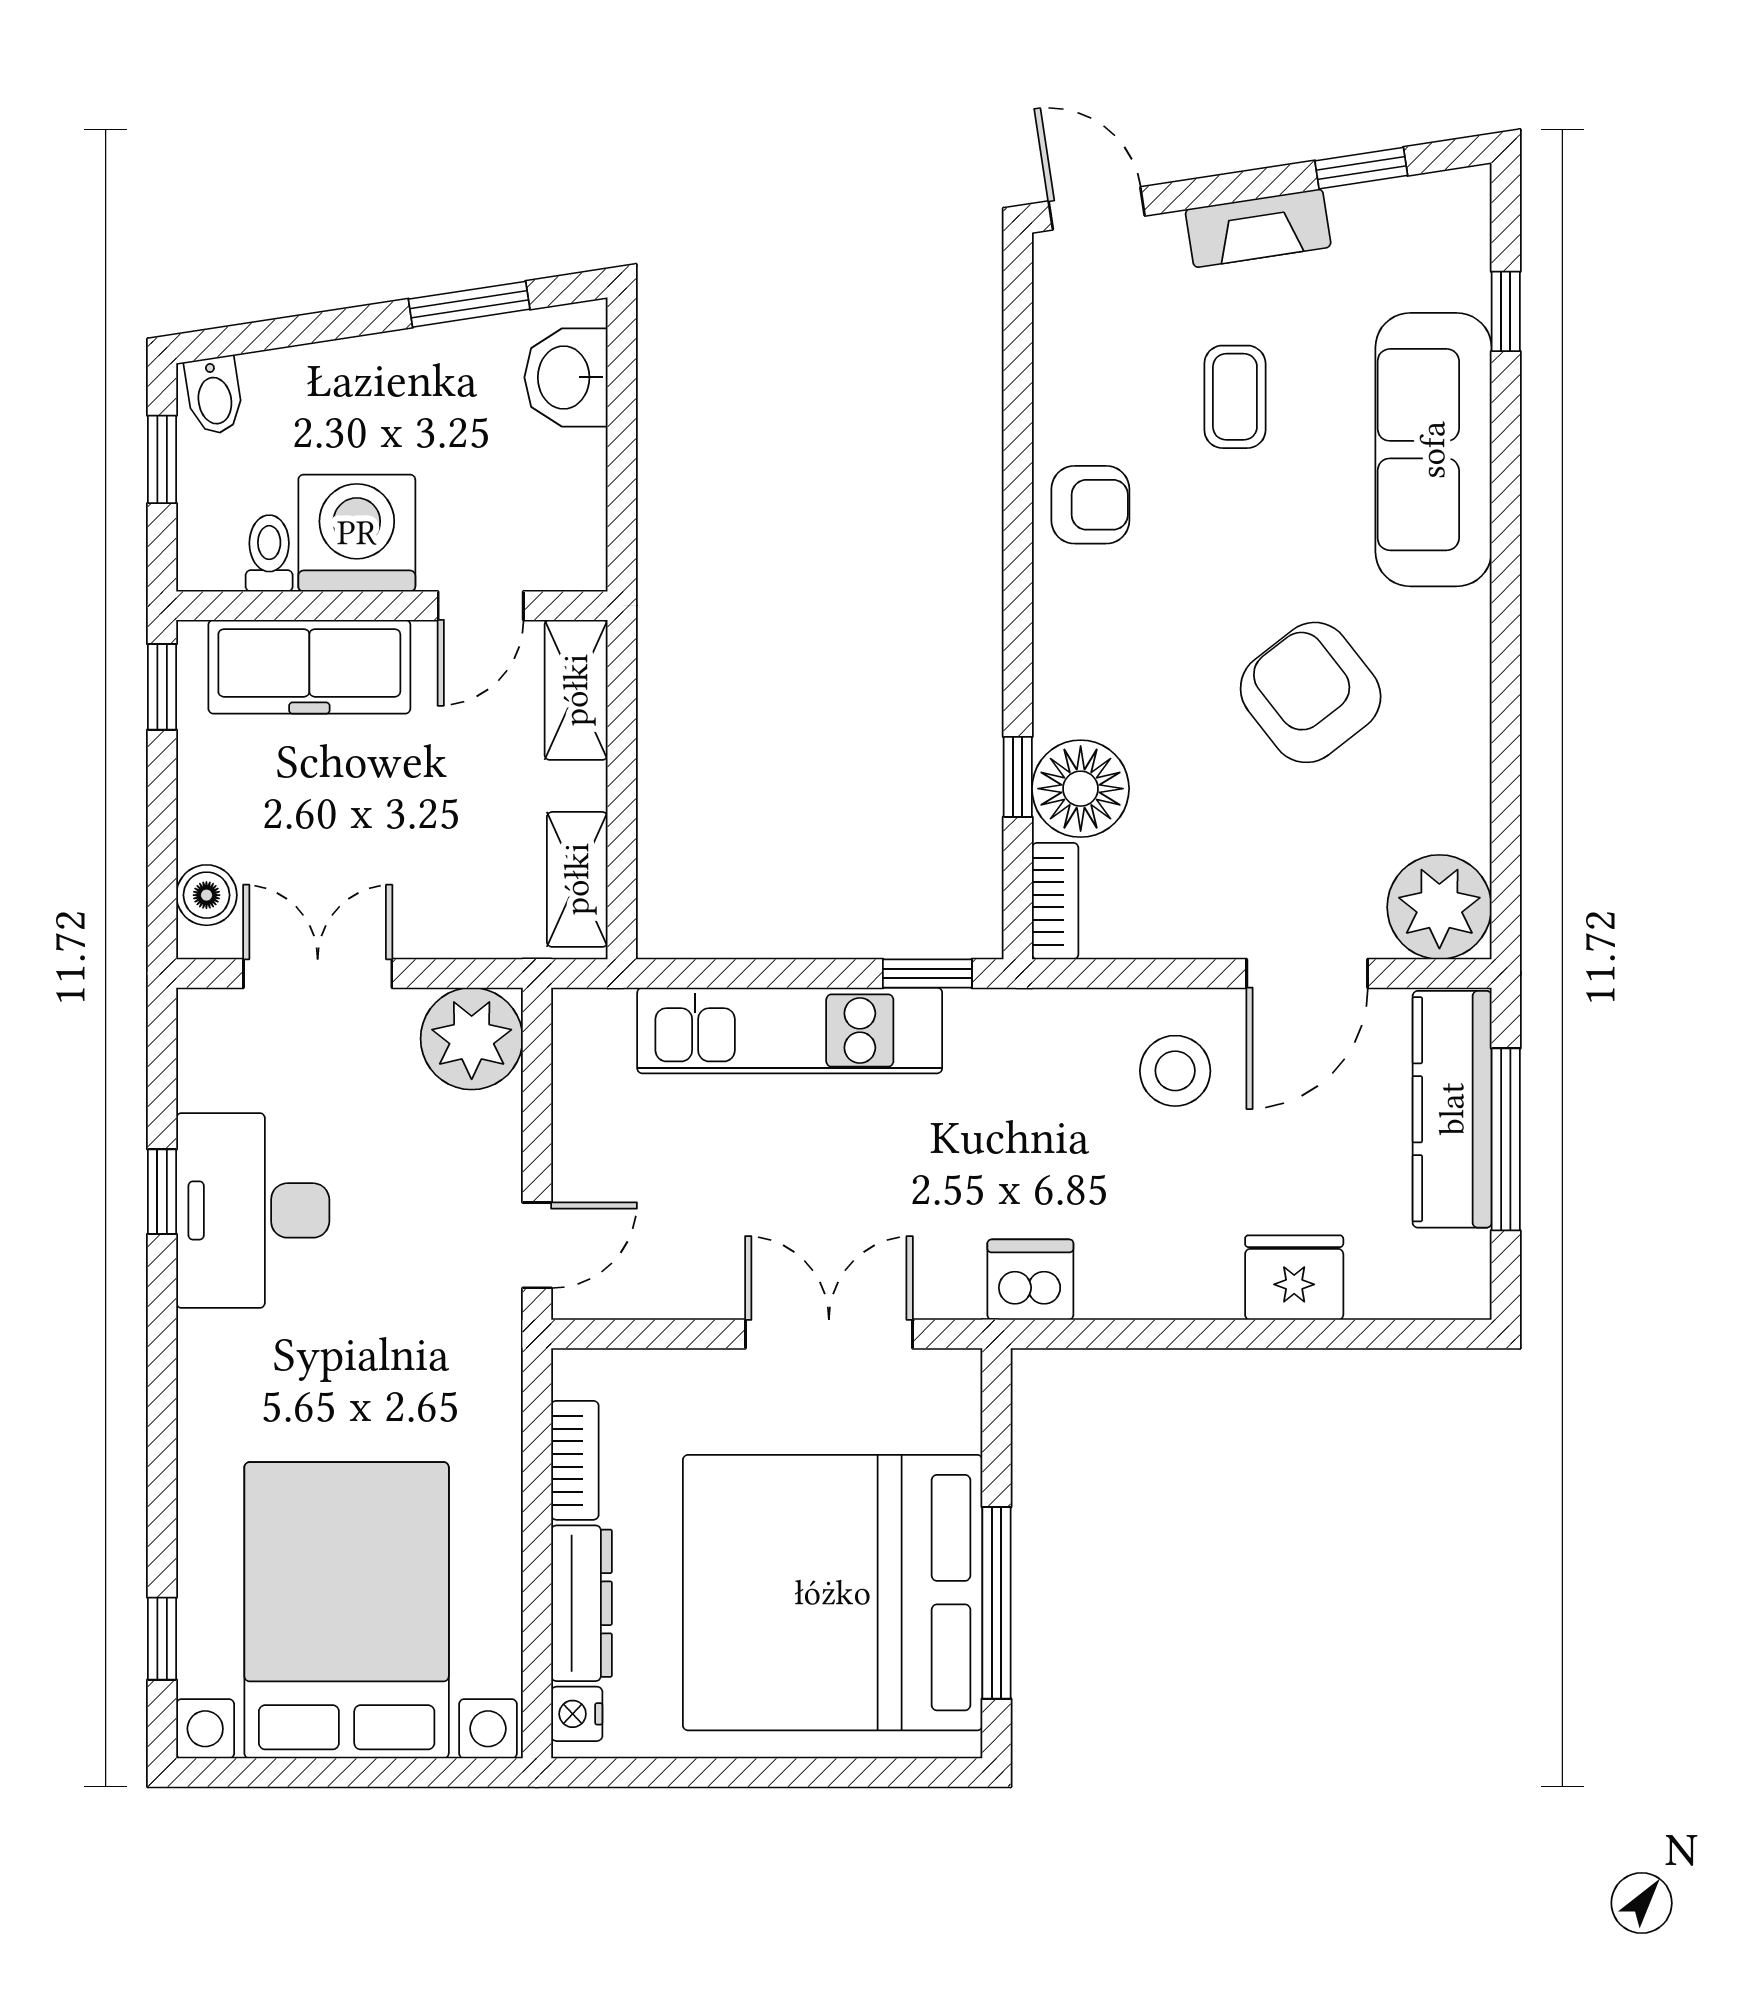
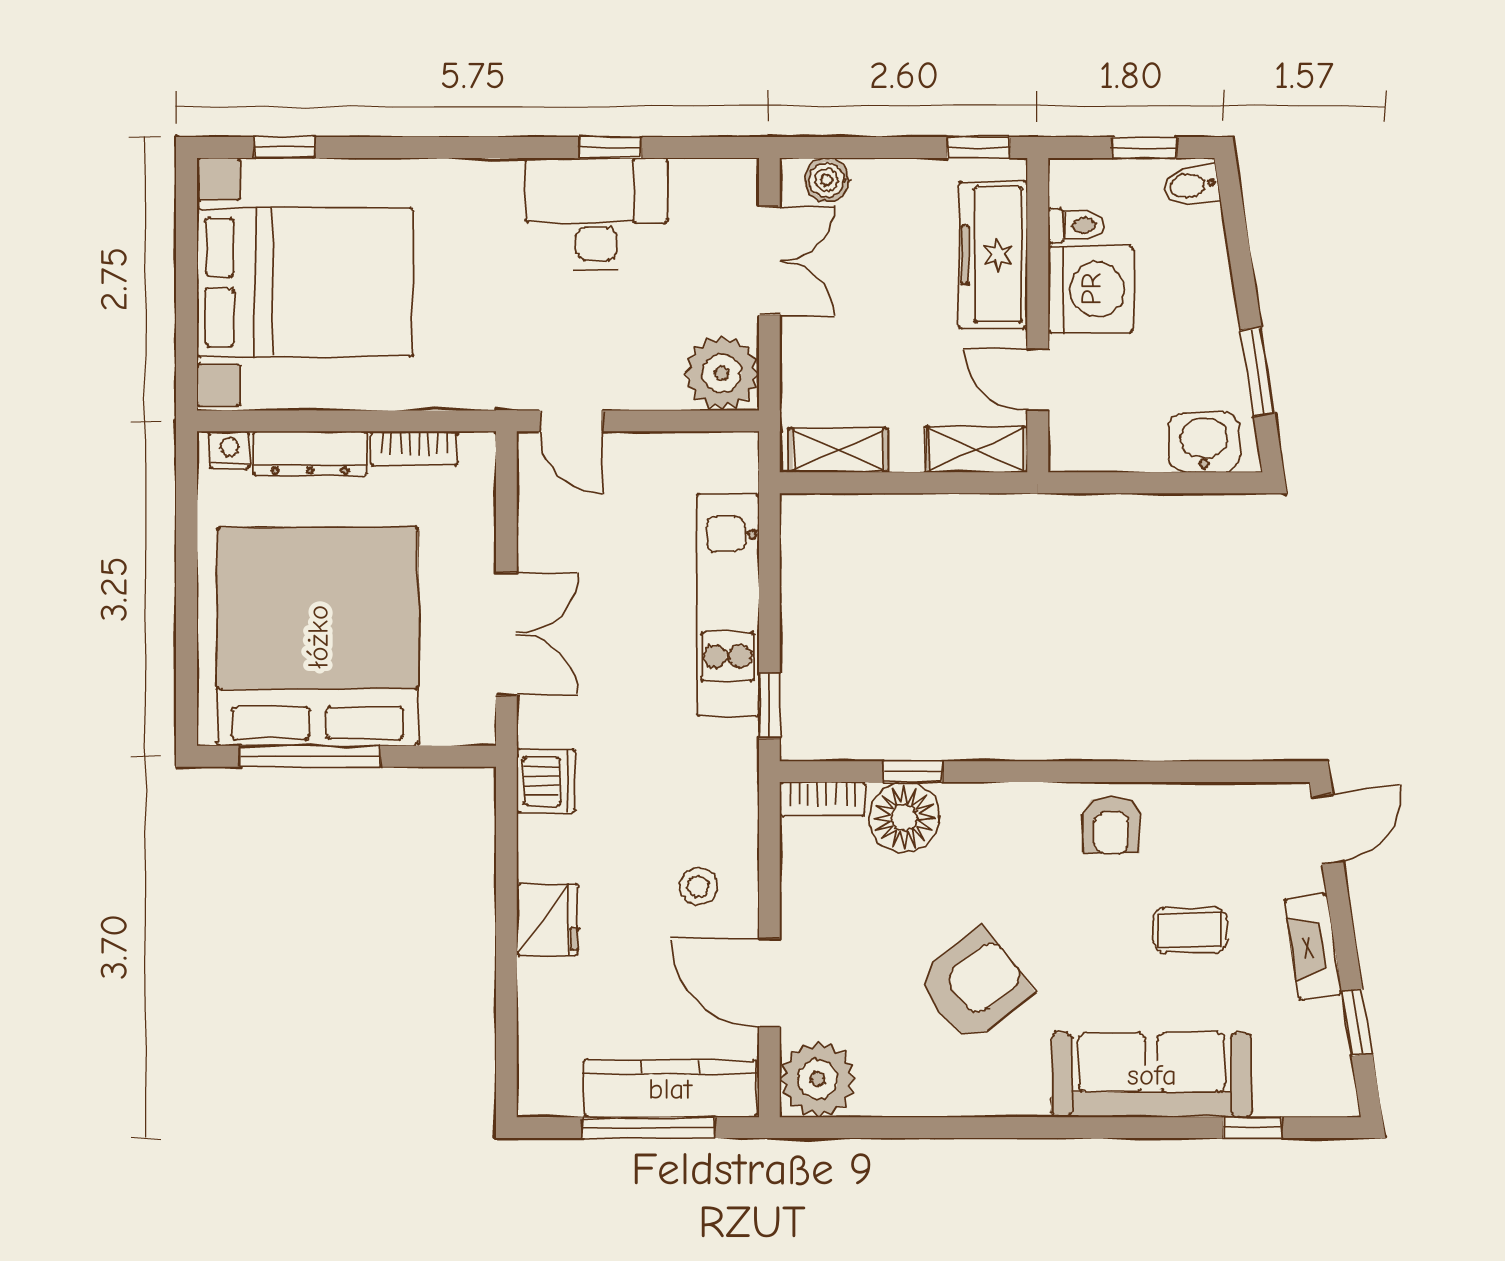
stool: (1175, 1071) -> (698, 886), width x0.73, depth x0.73
fridge: (1294, 1278) -> (548, 920), moved

